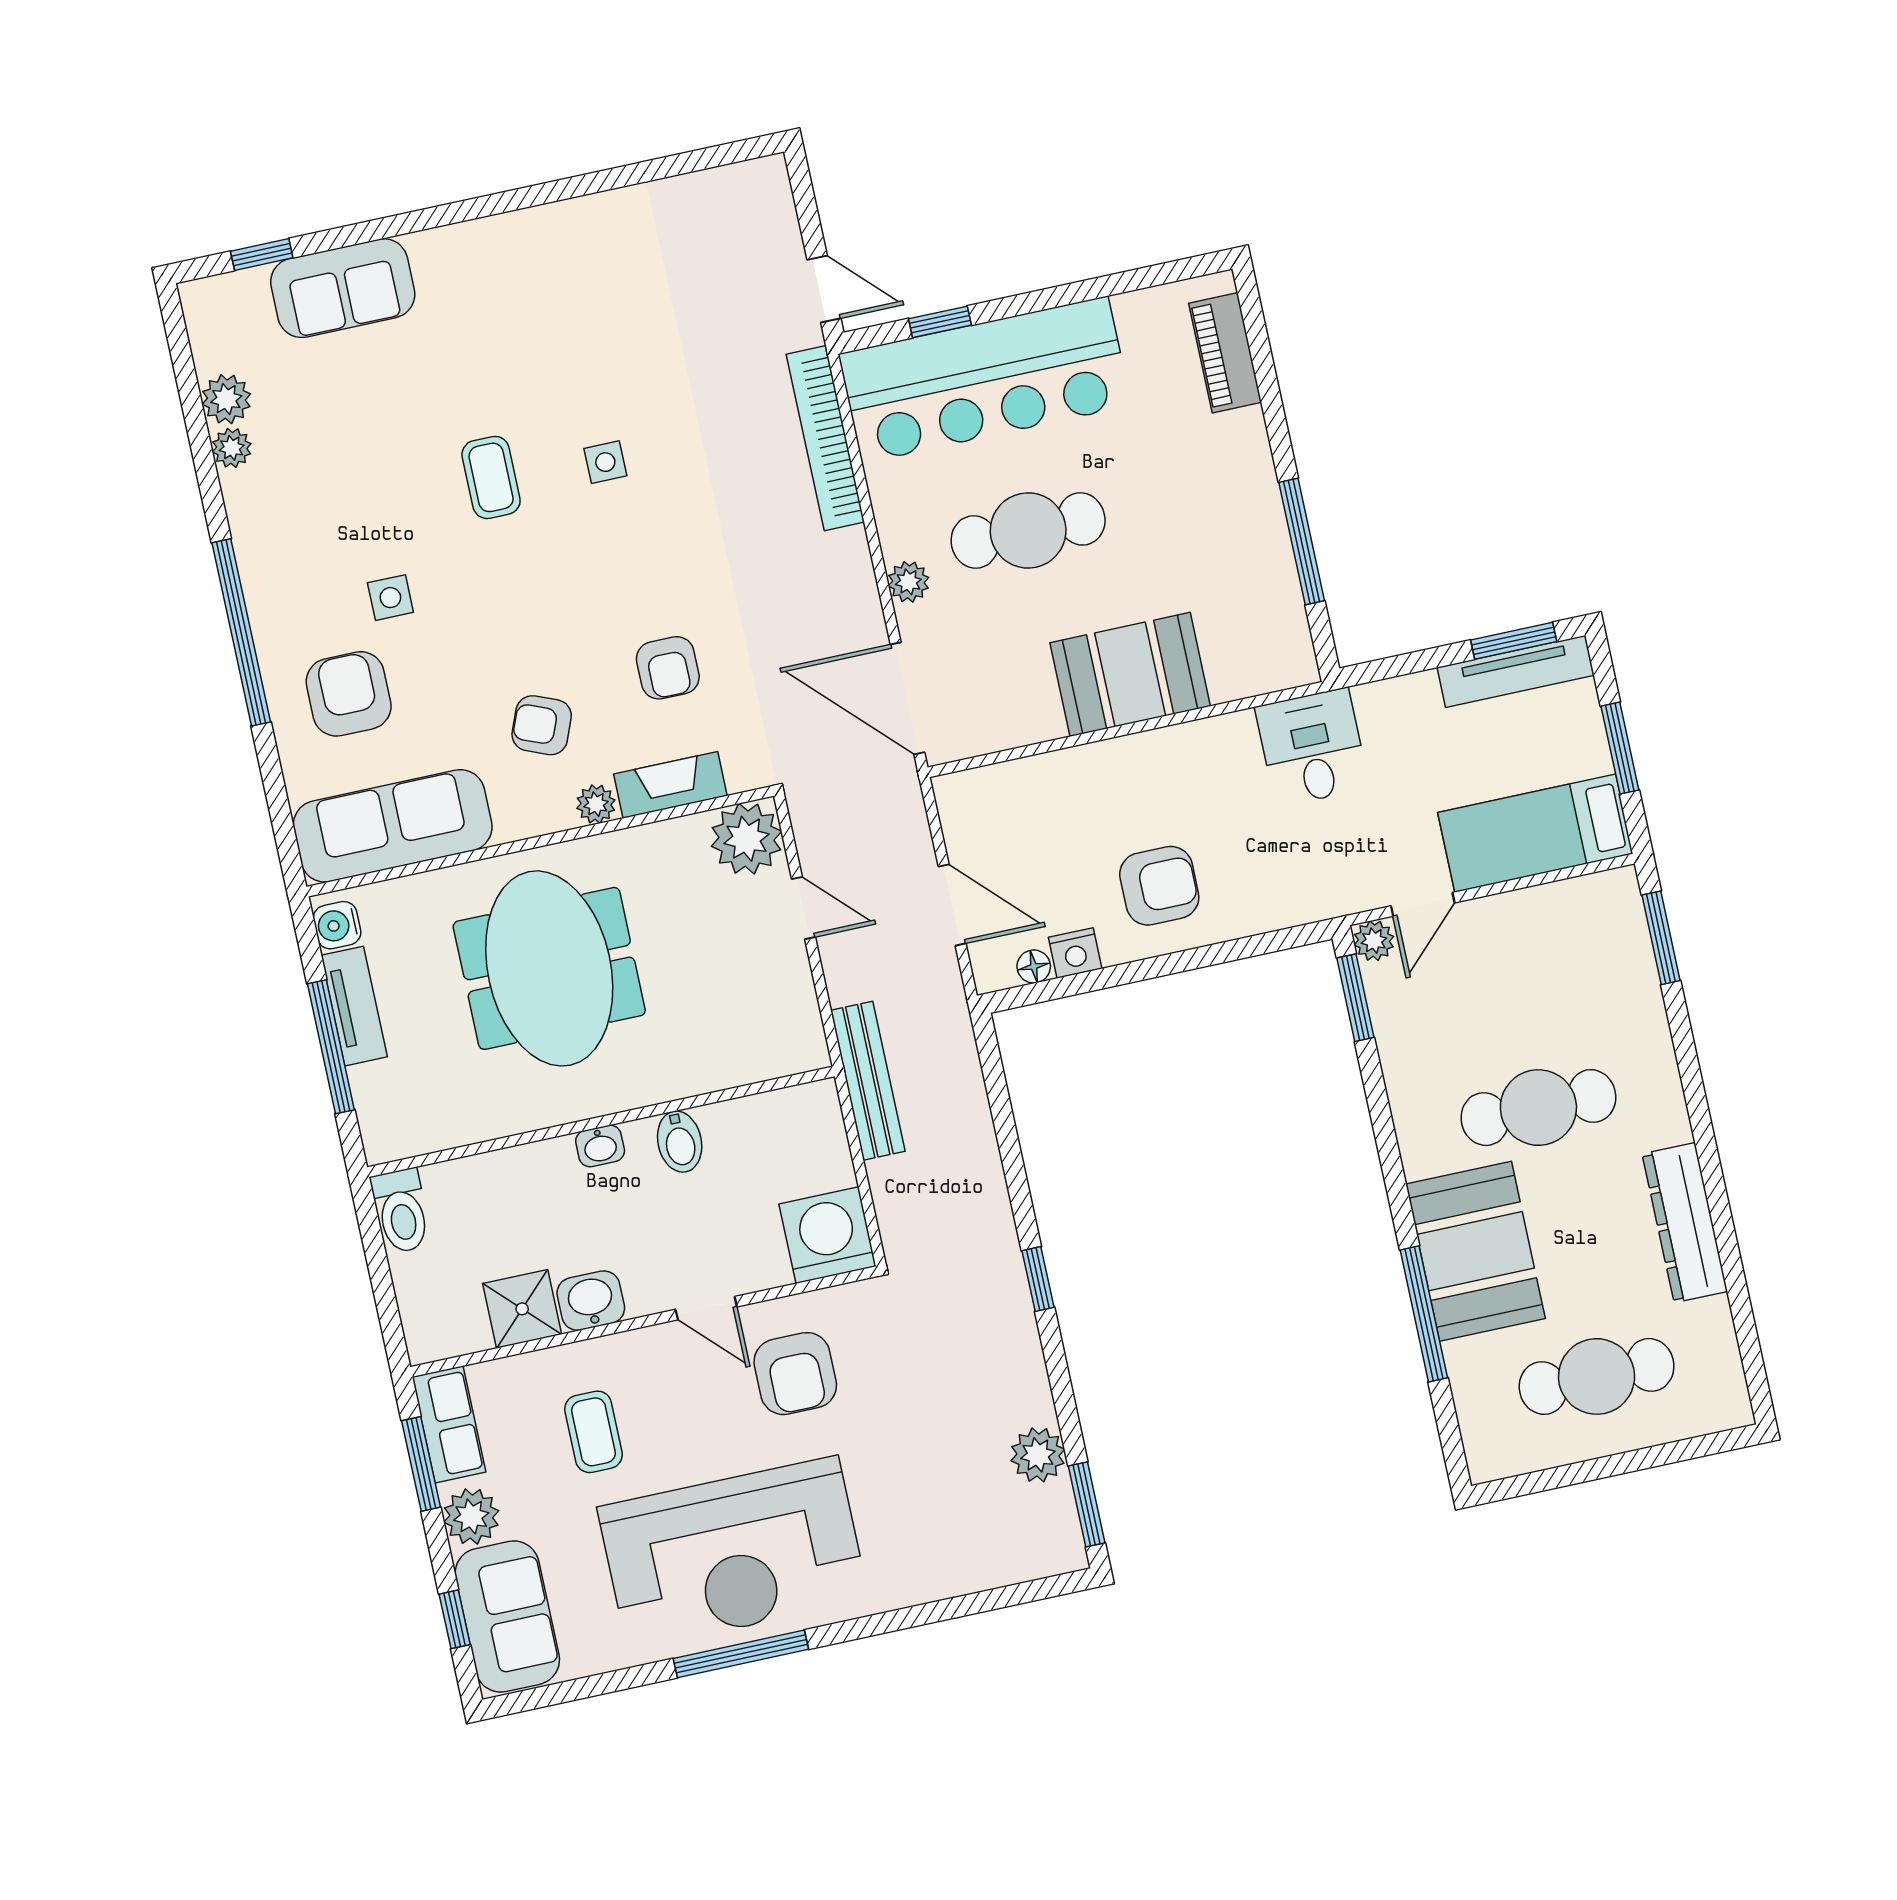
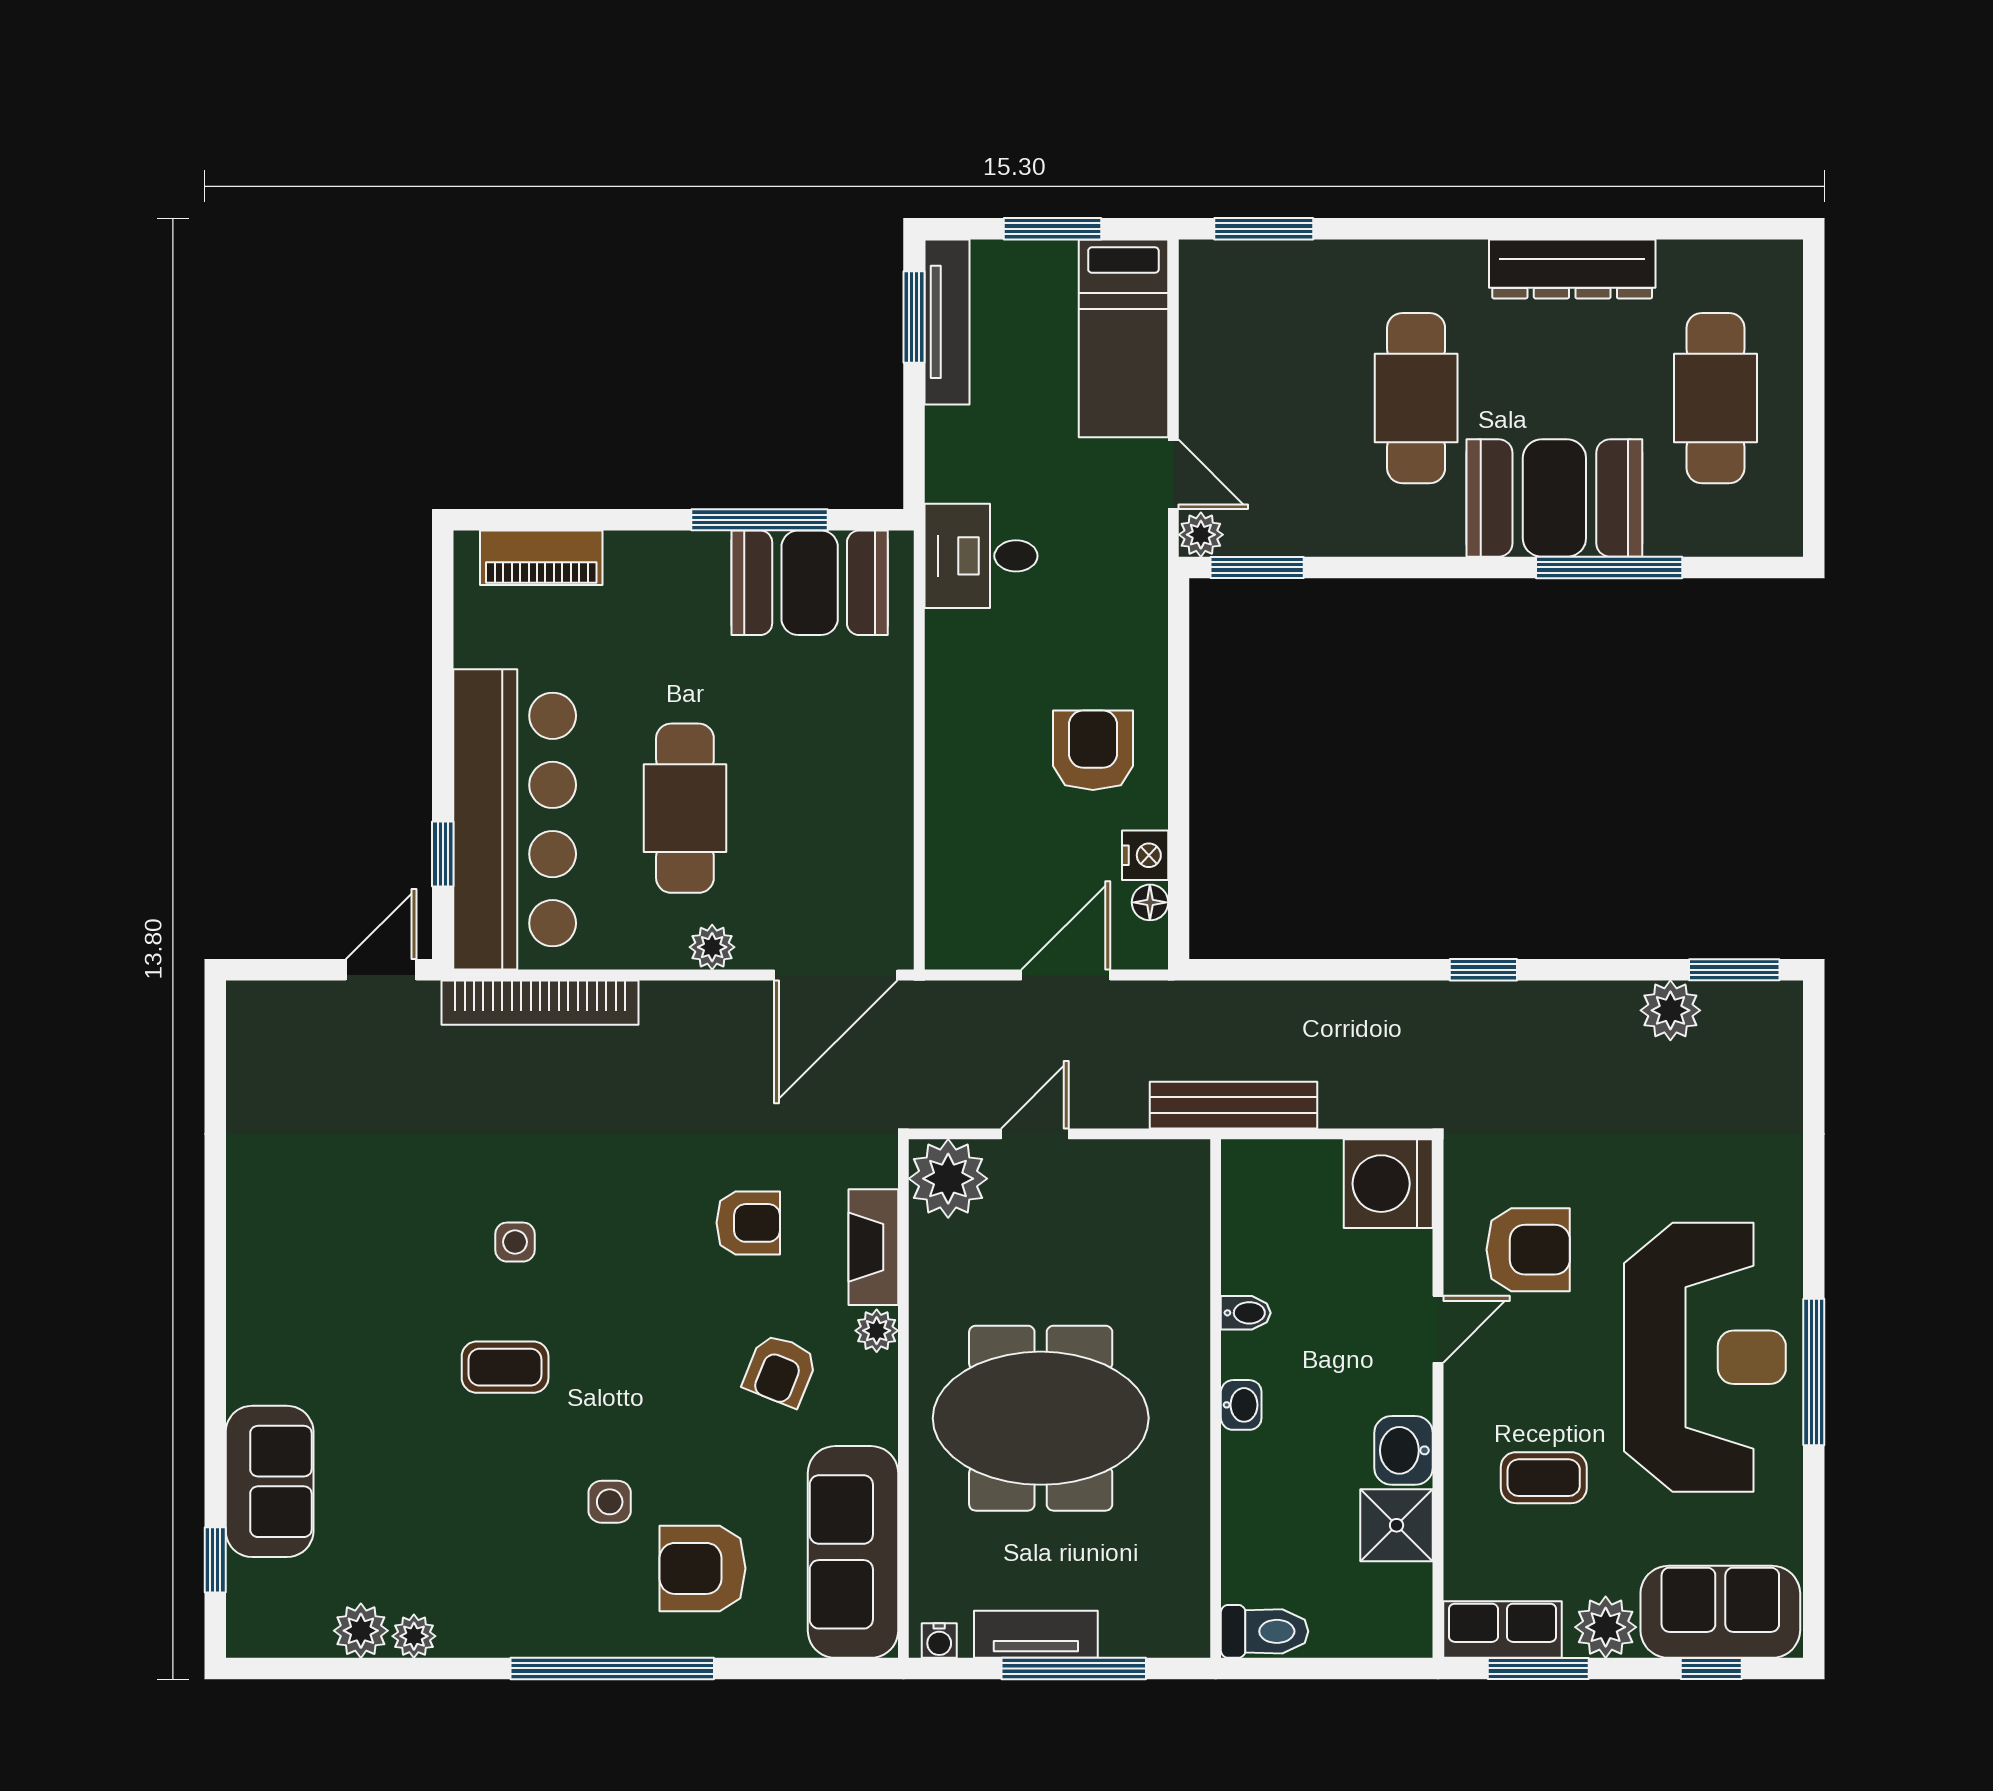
booth: (1130, 674) -> (810, 583), moved, turned 90
water cooler: (337, 925) -> (939, 1641), width x0.72, depth x0.72
bidet: (680, 1142) -> (1246, 1313), width x0.72, depth x0.74

